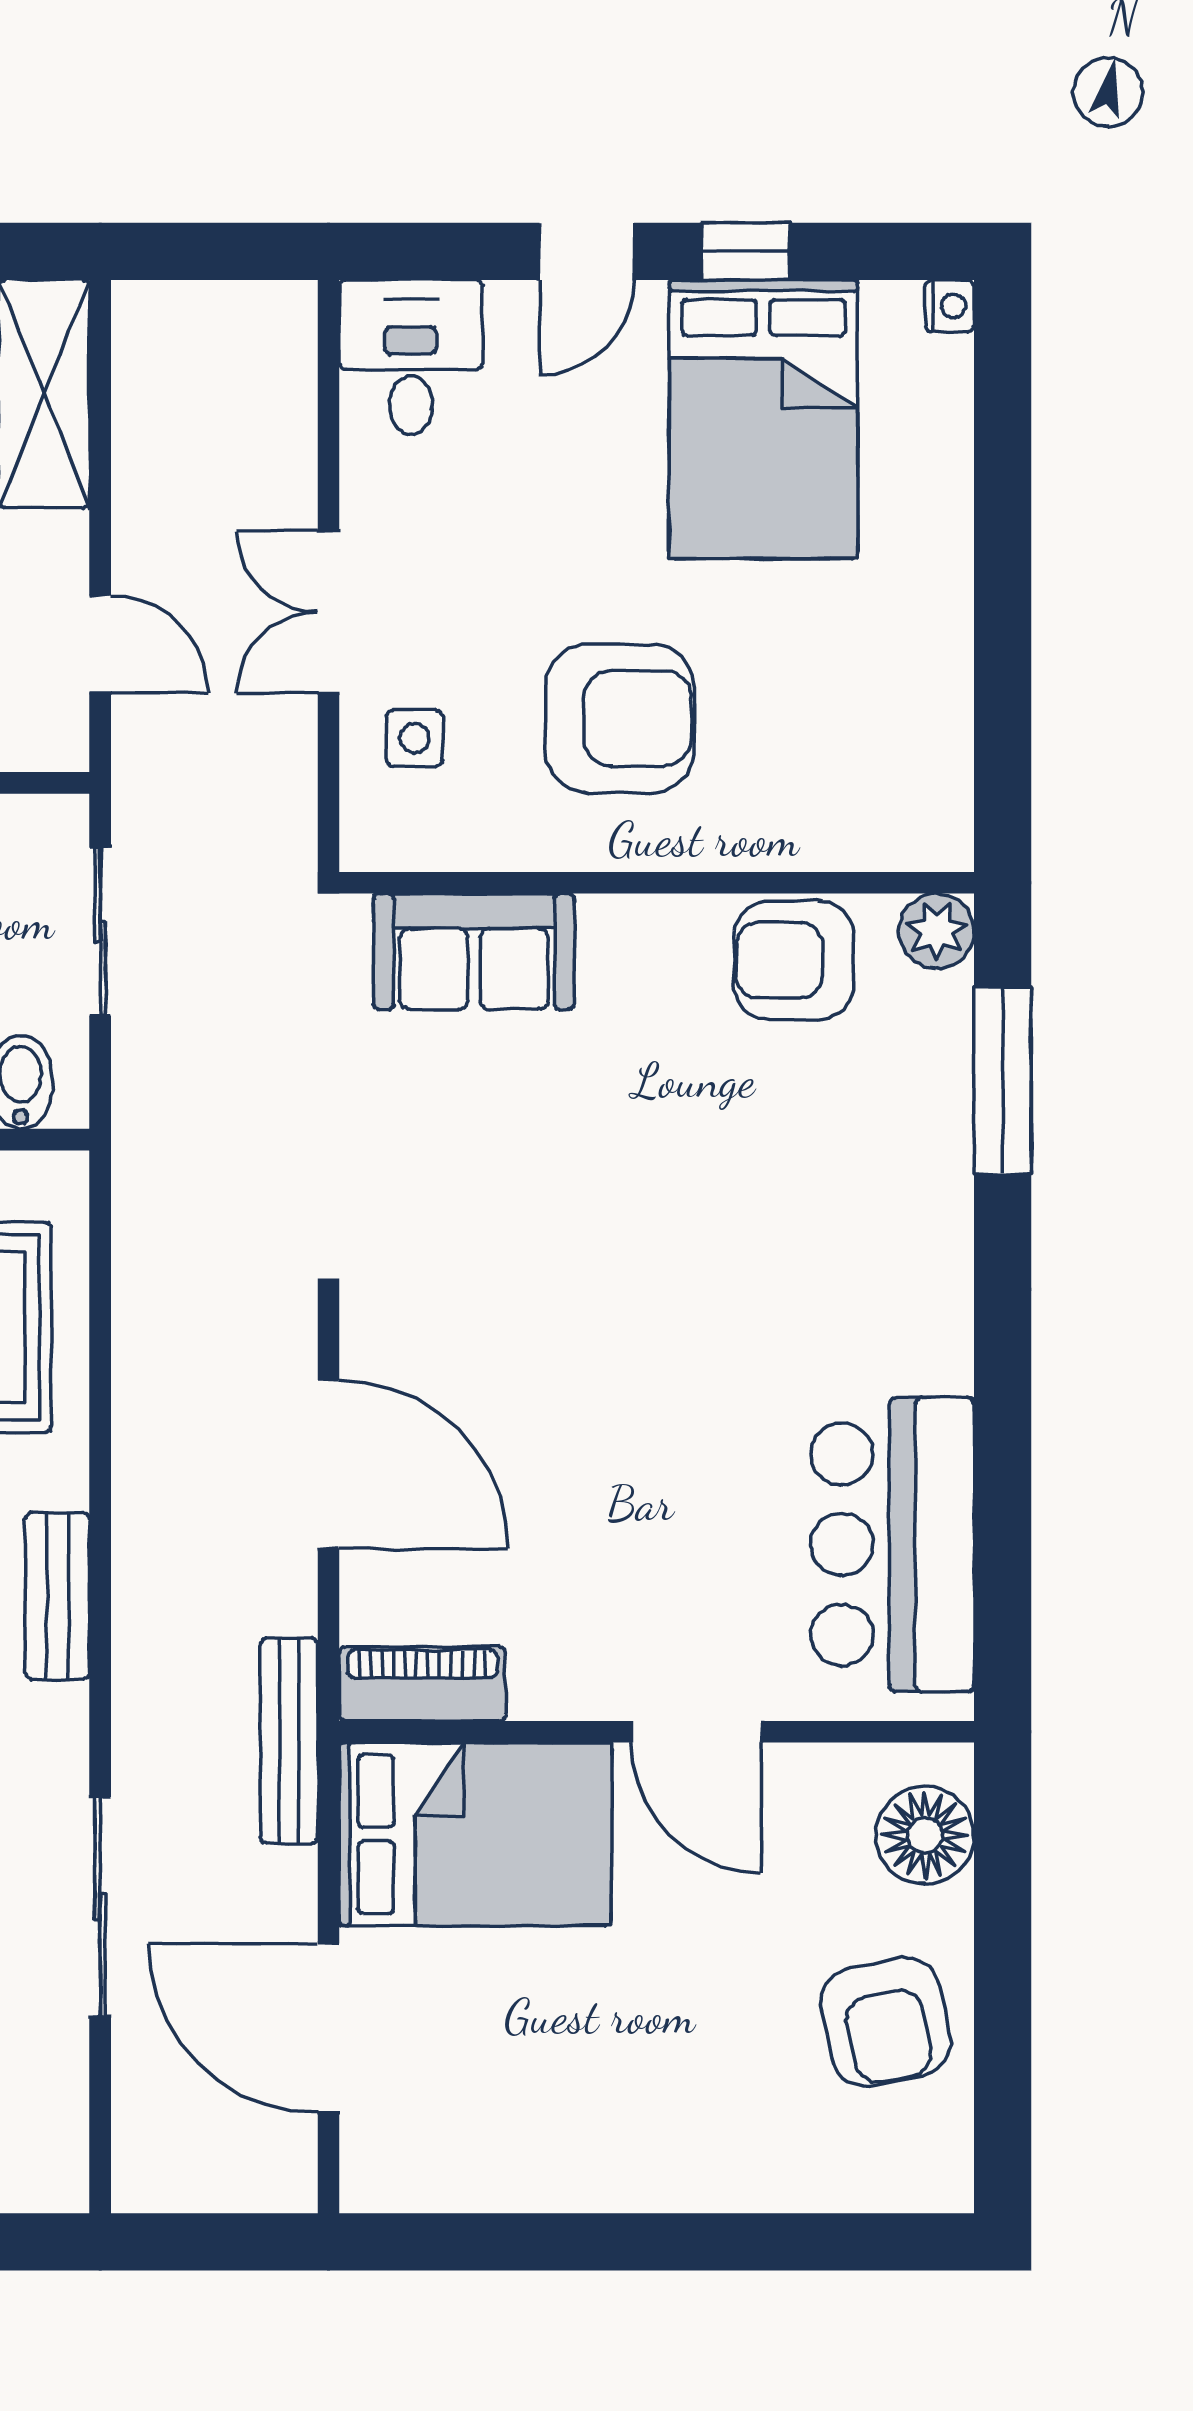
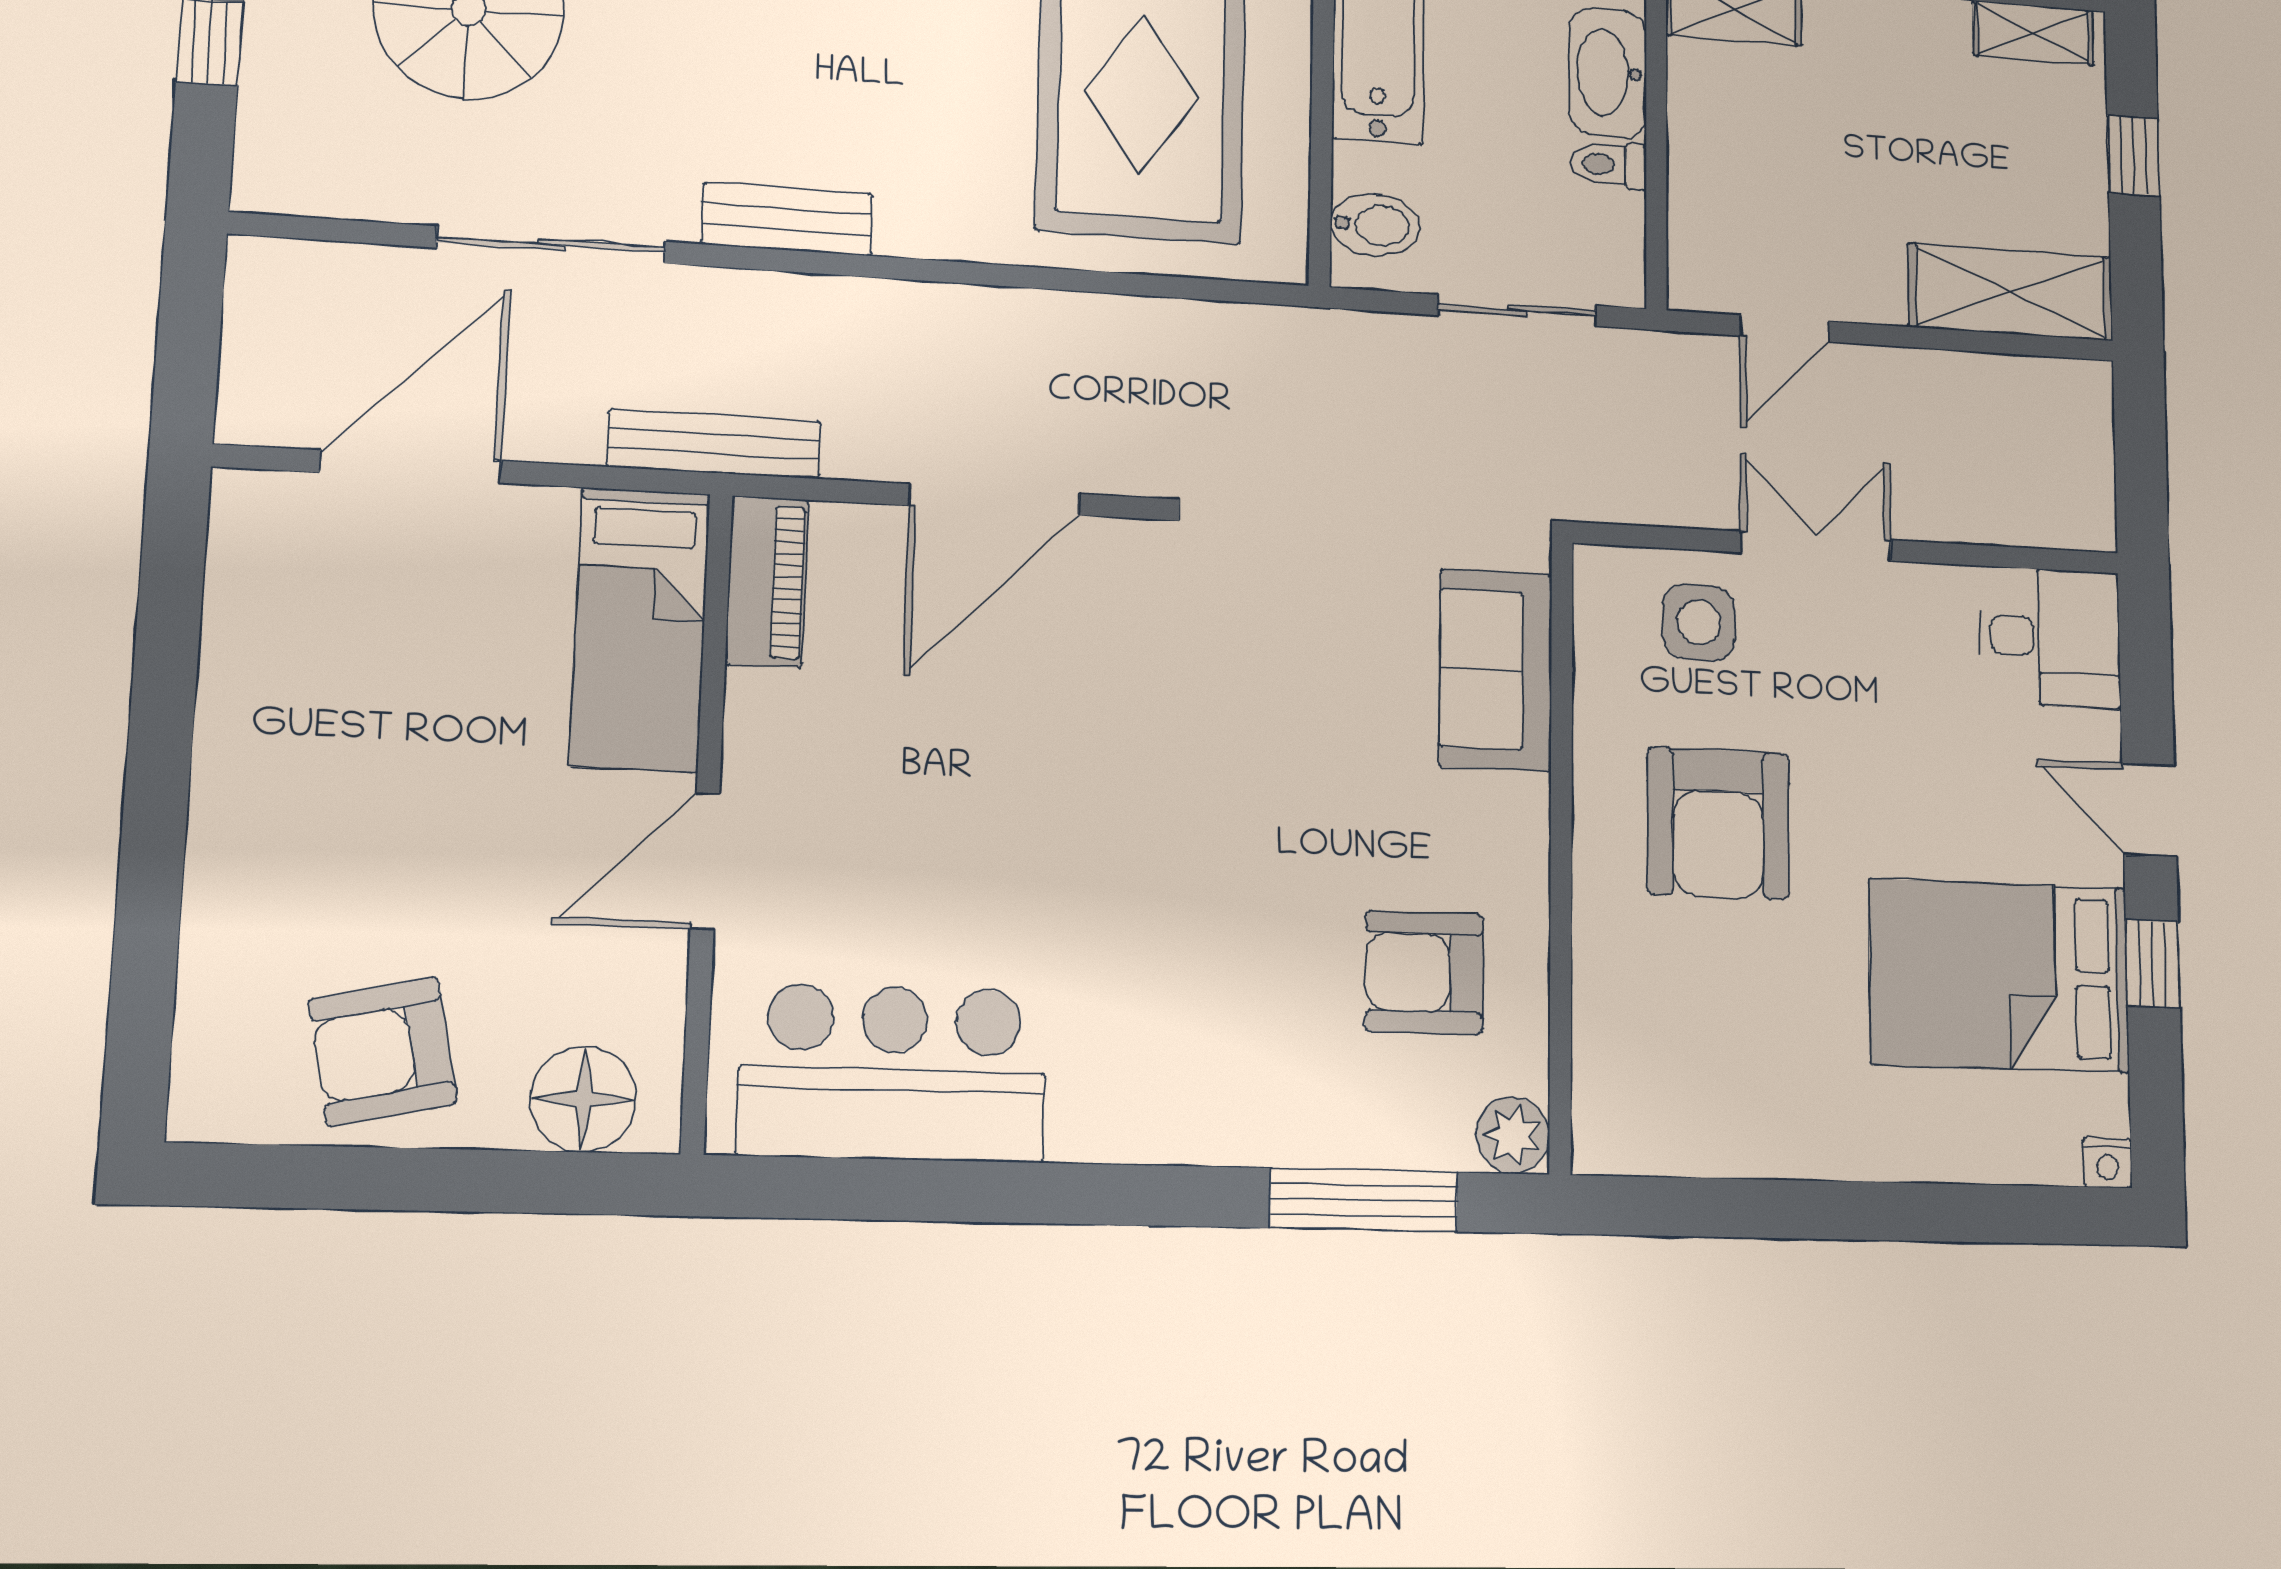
side table: (415, 738) -> (1699, 622), width x1.37, depth x1.37
armchair: (794, 960) -> (1424, 973), moved, turned -90
bench: (58, 1596) -> (787, 219), moved
bed: (475, 1834) -> (640, 629), width x0.67

